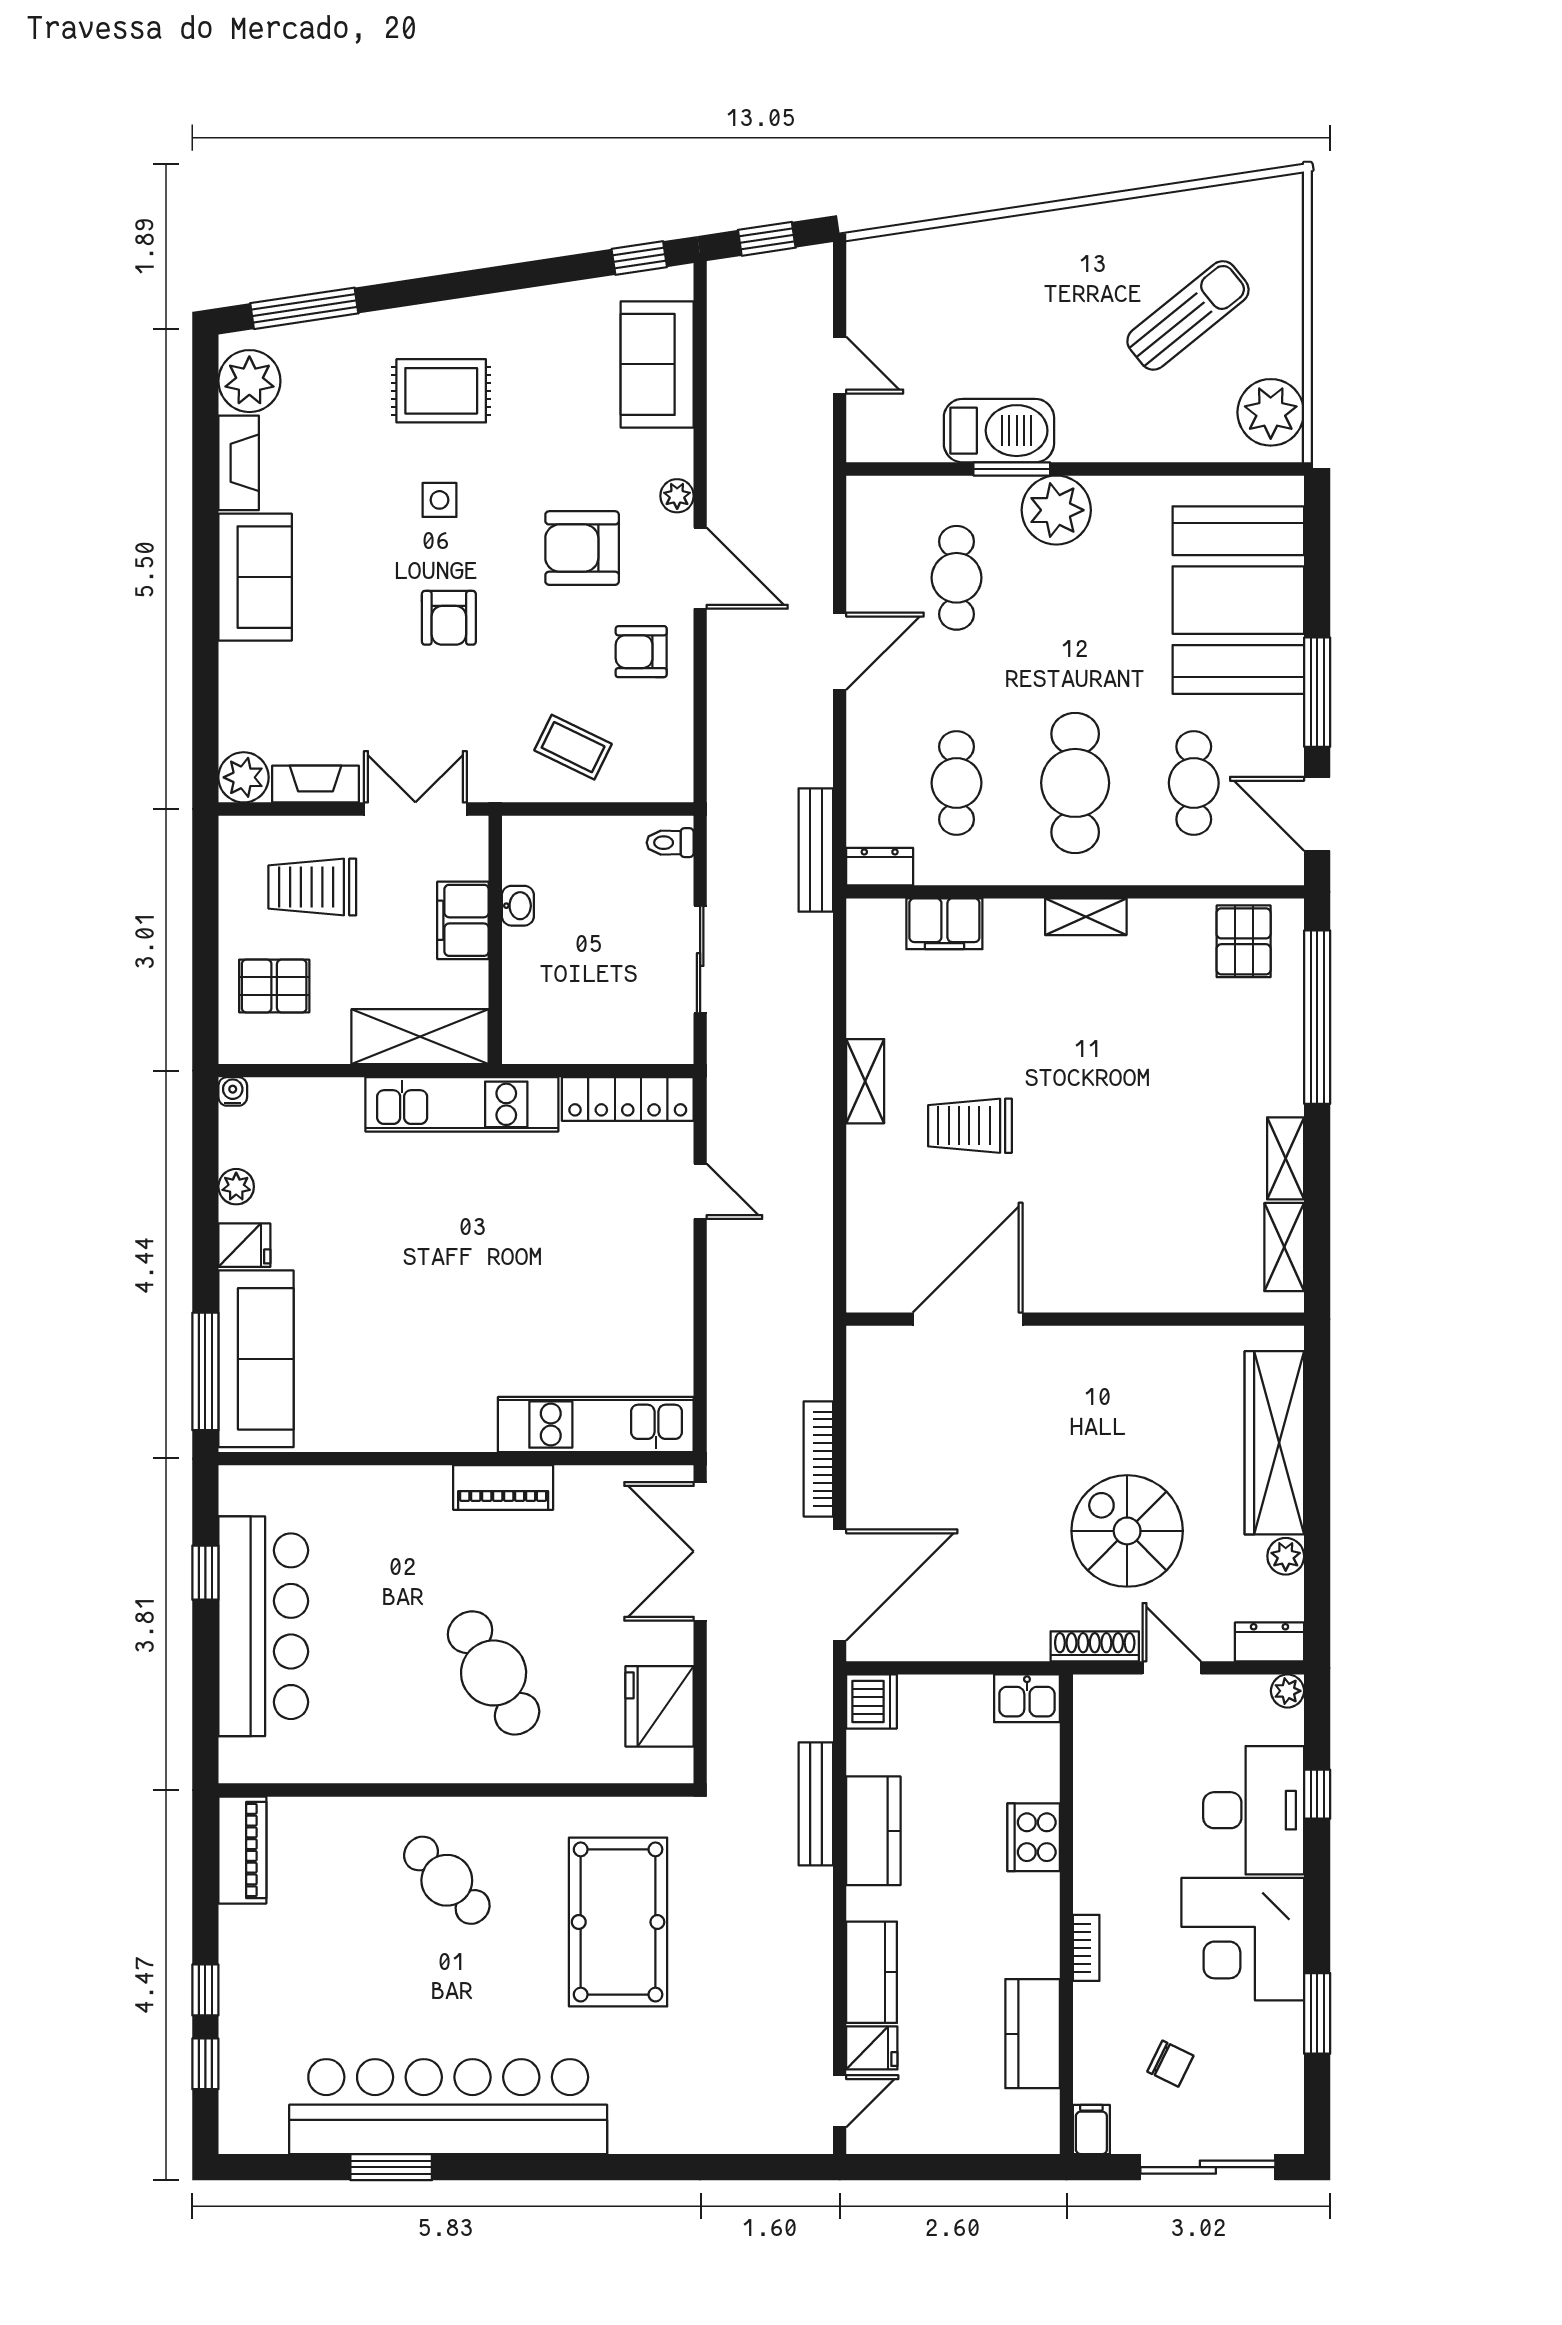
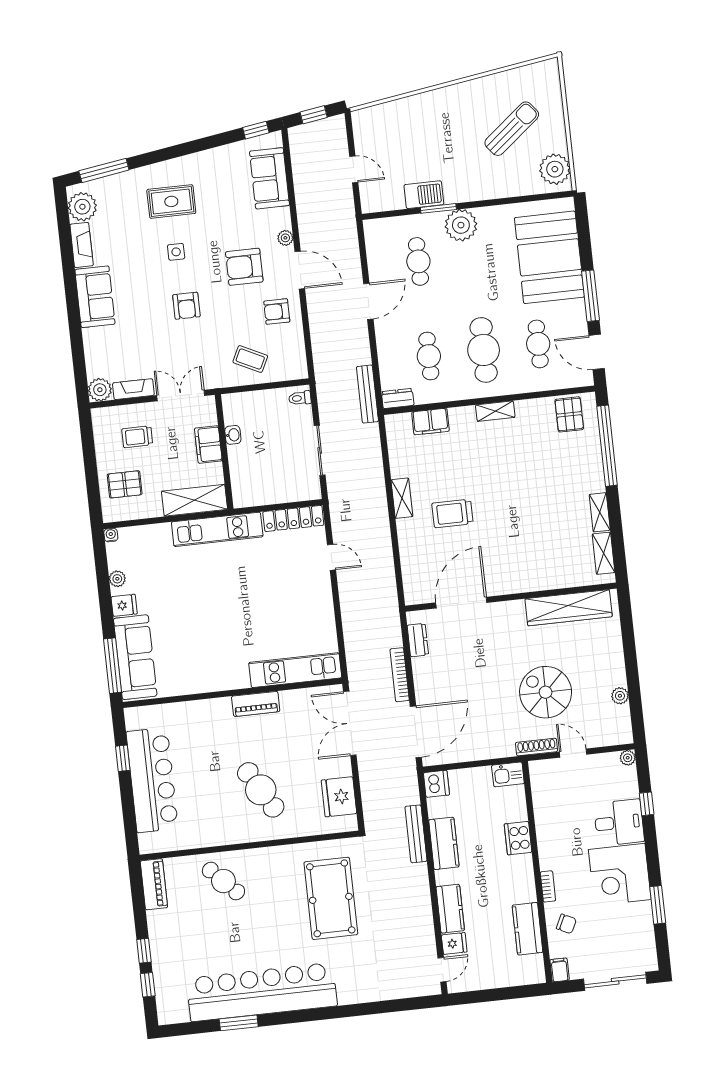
barbecue: (999, 431) -> (424, 195), width x0.73, depth x0.83
trolley: (312, 887) -> (137, 437), width x0.73, depth x0.72
wardrobe: (1274, 1443) -> (569, 608), moved, turned -90
dresser: (1269, 1642) -> (418, 640), moved, turned 90
desk: (1254, 1810) -> (619, 823), width x0.73
cafe table: (447, 1880) -> (223, 881), moved
chair: (1170, 2064) -> (566, 924), moved

